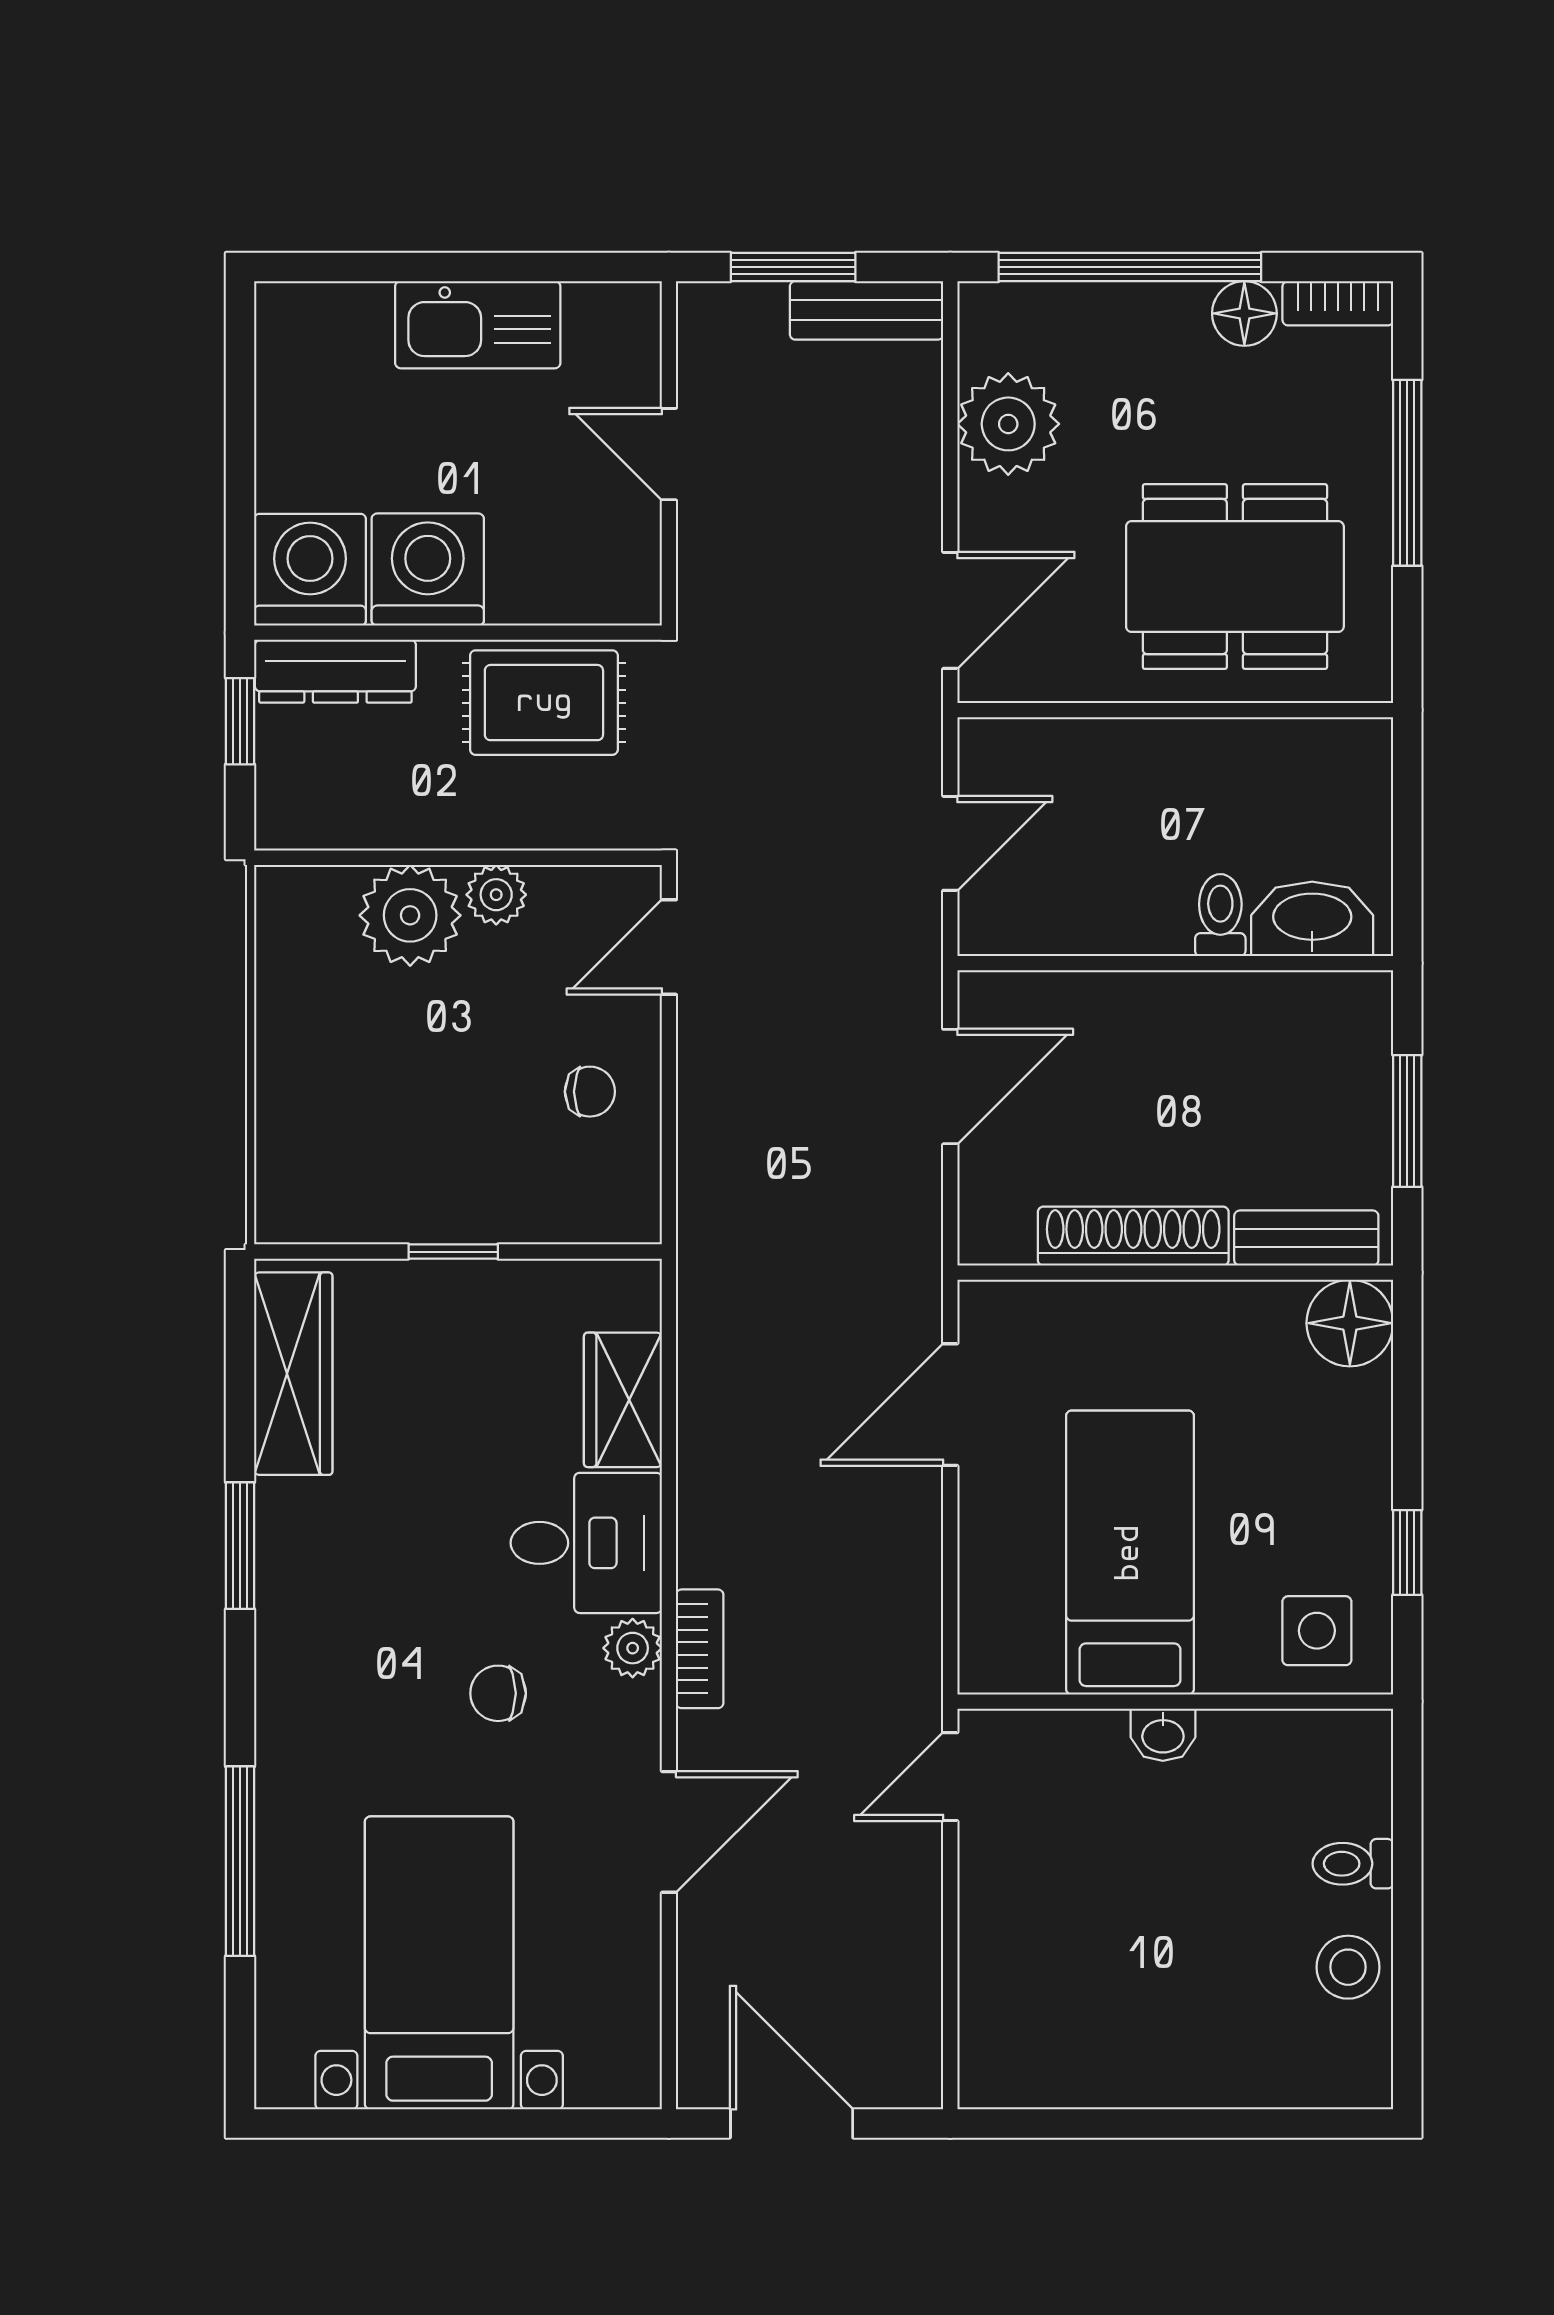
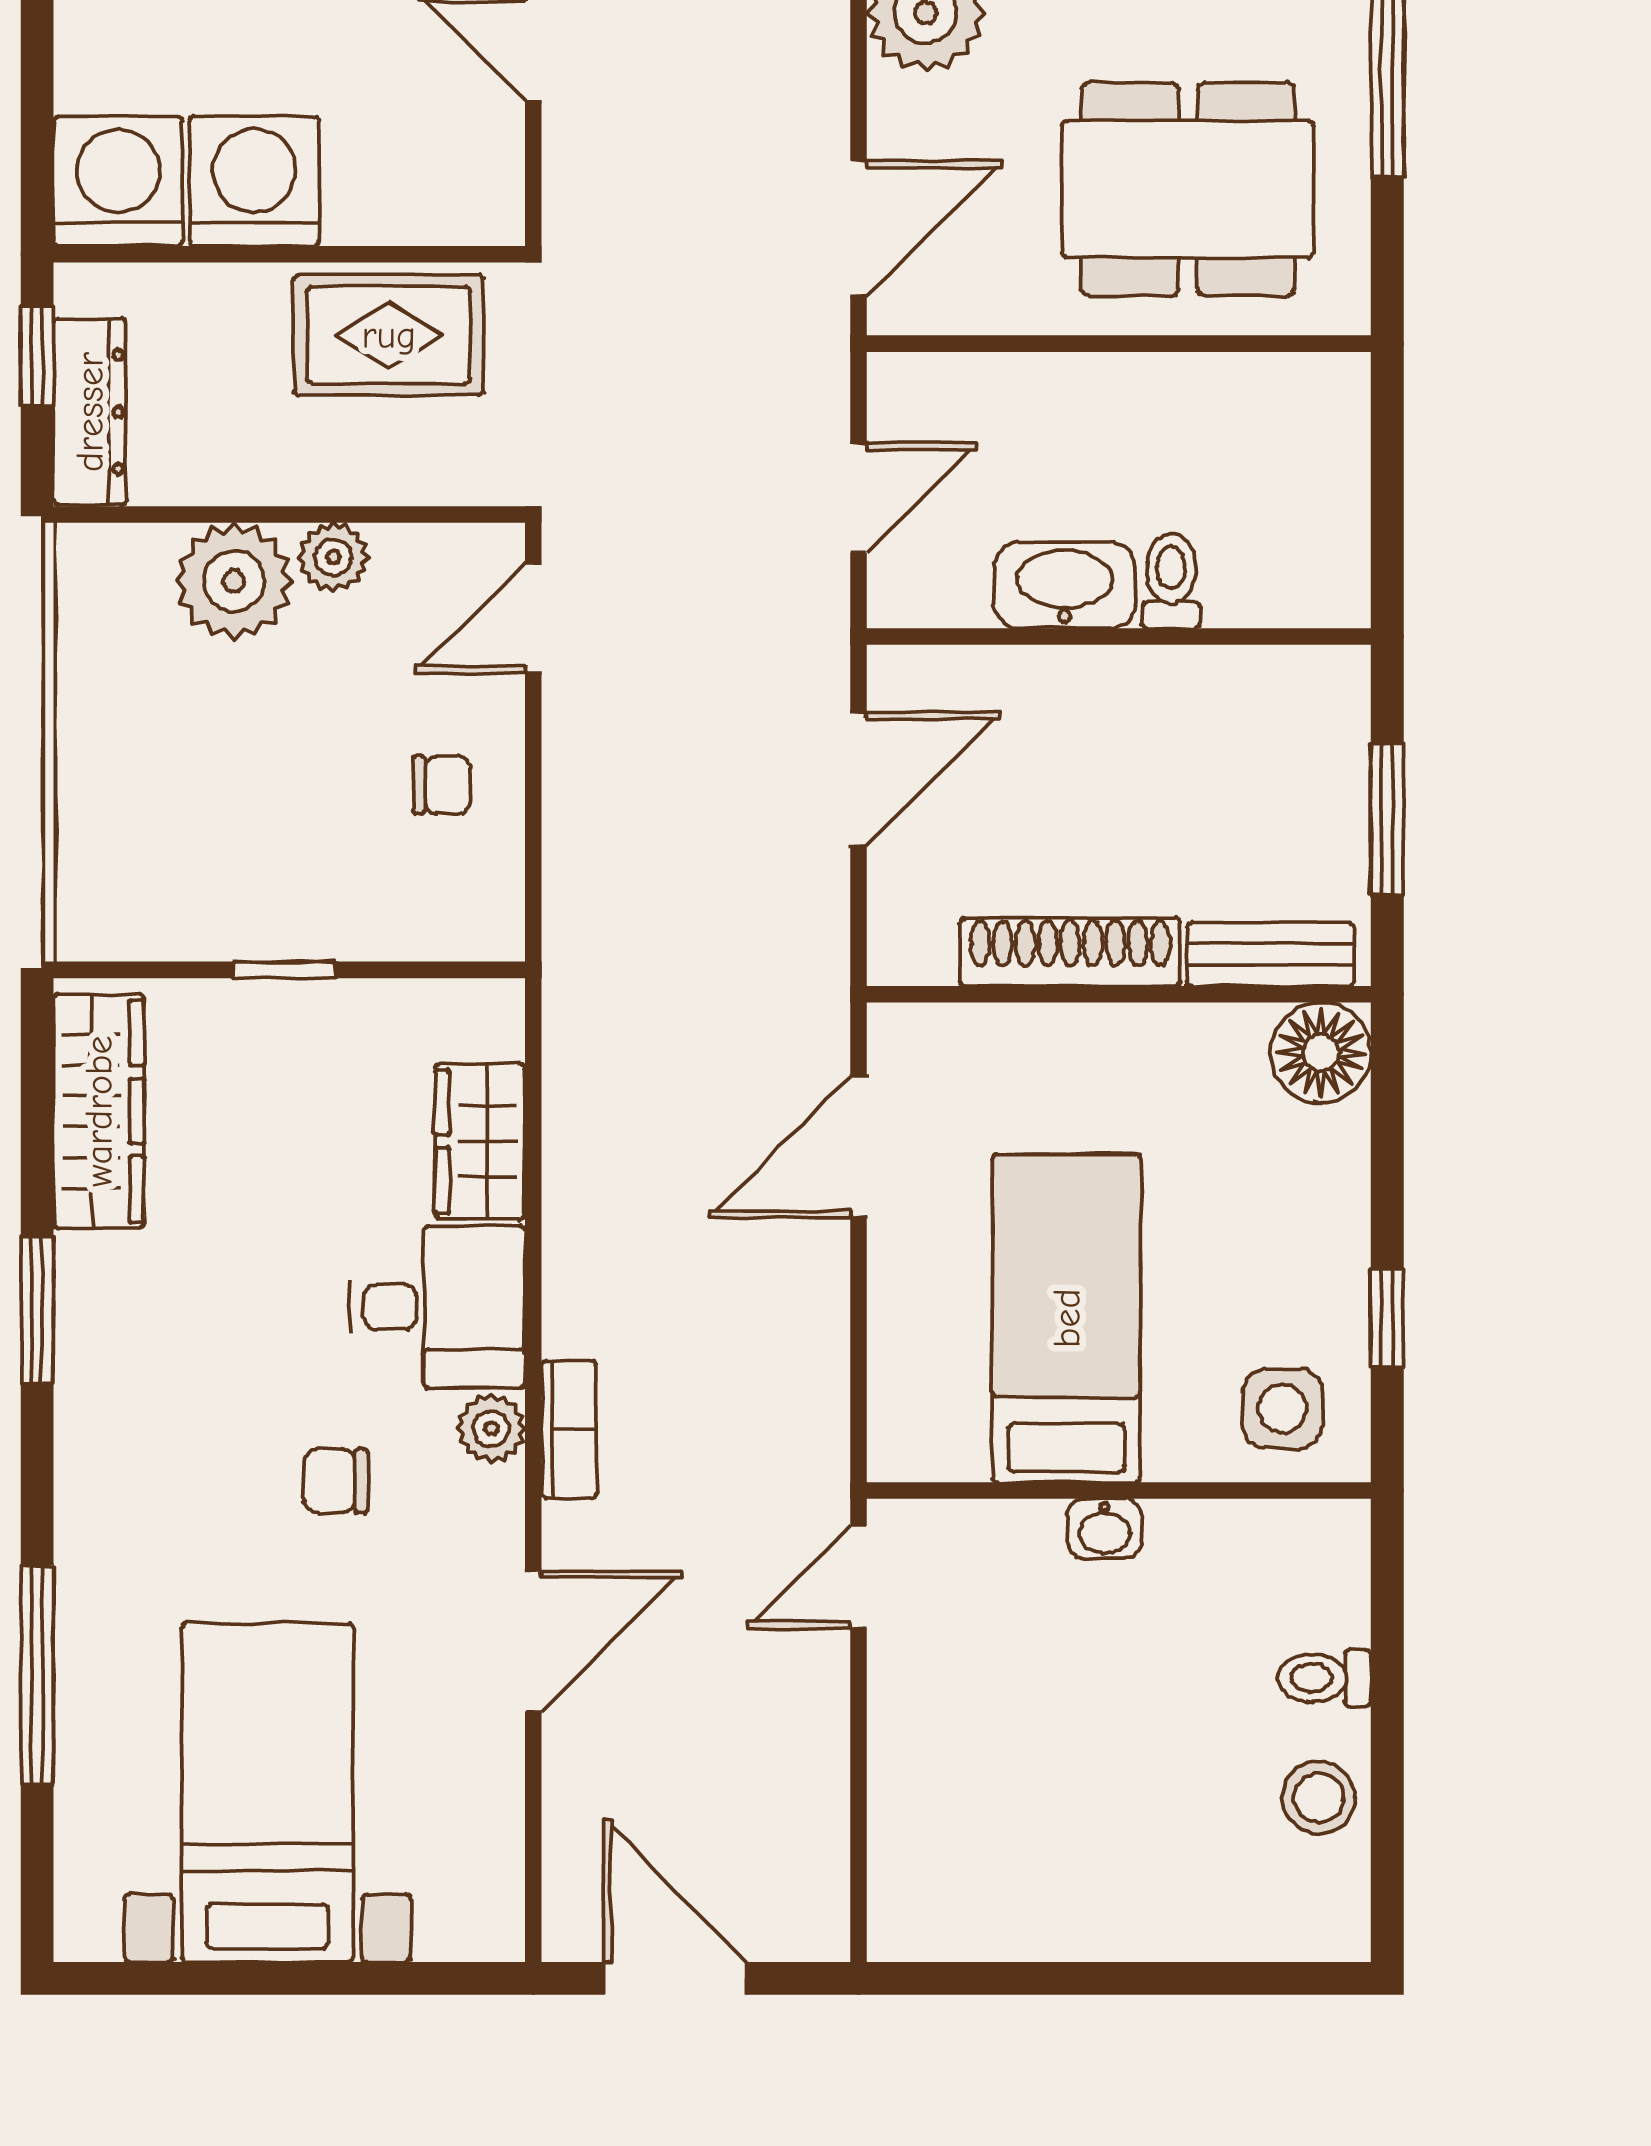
dresser: (335, 671) -> (90, 412), moved, turned -90
washbasin: (1312, 919) -> (1065, 585), moved

